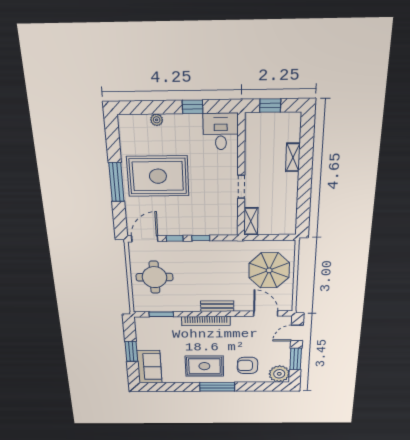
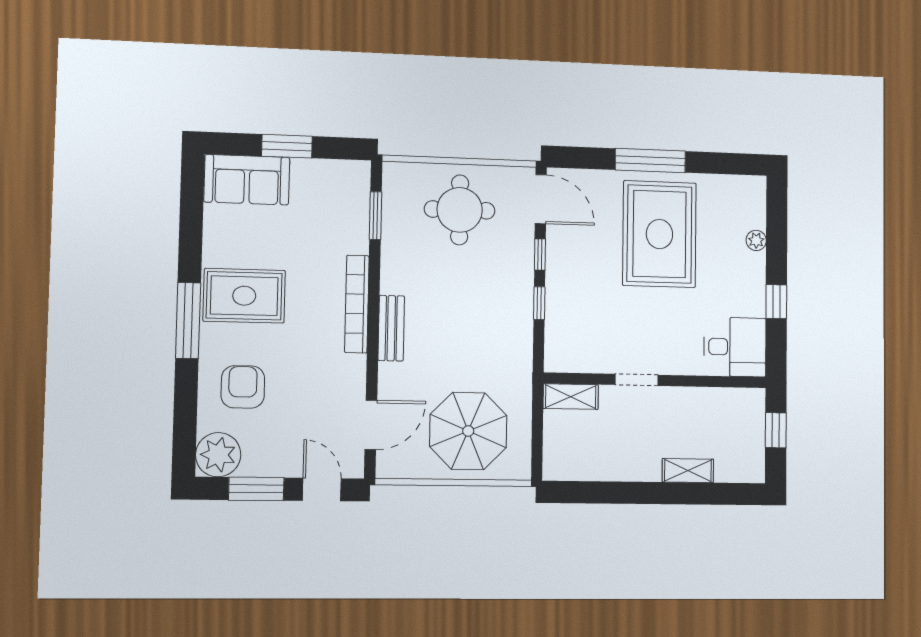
rug: (204, 366) -> (244, 296), turned 90

